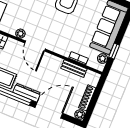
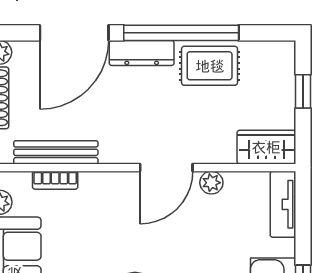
door: (35, 46) -> (166, 168), swing flipped
bench: (74, 69) -> (56, 152), width x1.36

